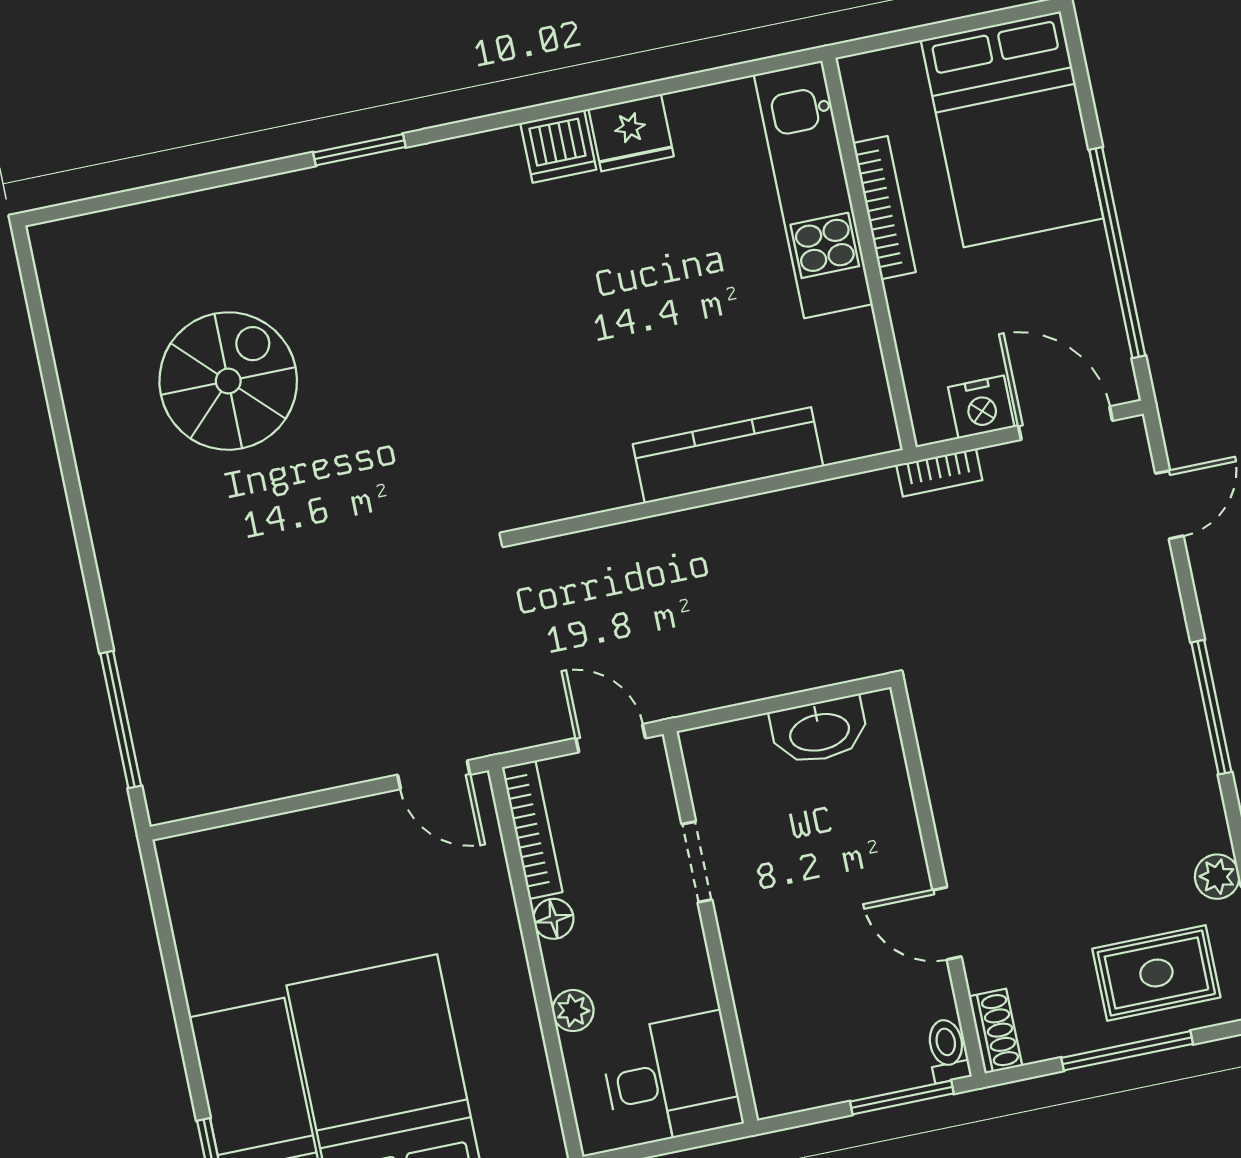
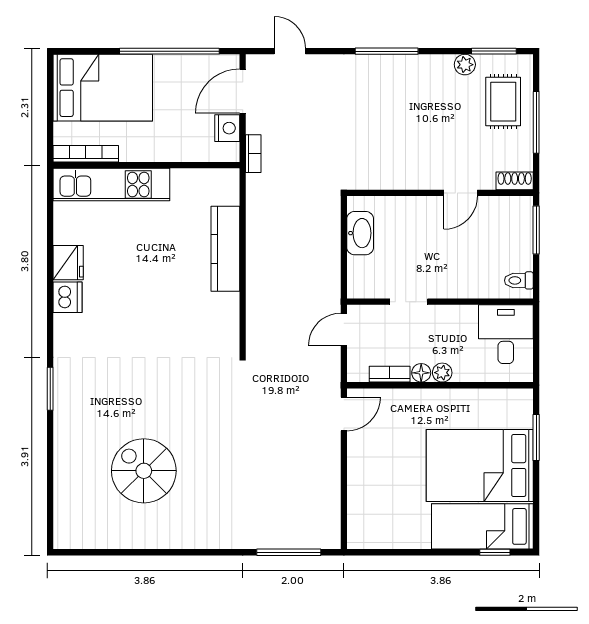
bookcase: (884, 208) -> (86, 154), moved
bookcase: (532, 830) -> (390, 374), width x0.64
plant: (573, 1011) -> (442, 373), moved
toilet: (947, 1050) -> (519, 280), moved

